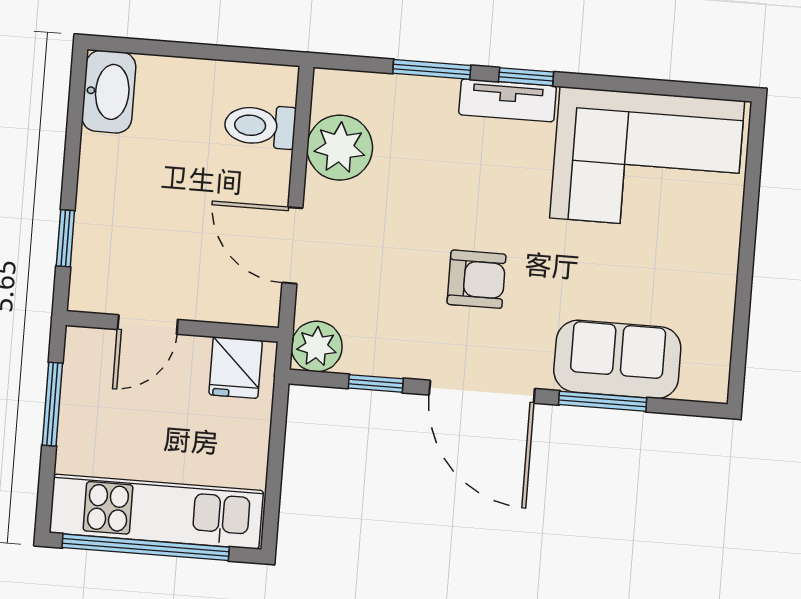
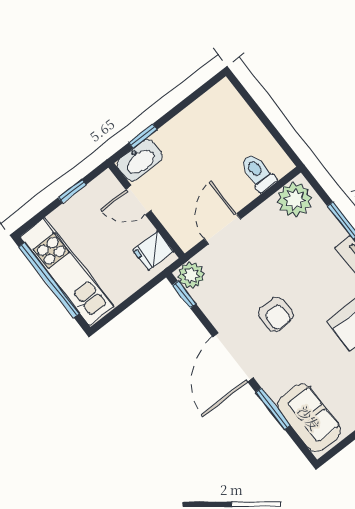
washbasin: (109, 92) -> (140, 160), moved
plant: (340, 148) -> (295, 200), moved
sofa: (617, 359) -> (309, 418), moved
window: (376, 383) -> (184, 294), moved
window: (52, 404) -> (72, 191), width x0.67

